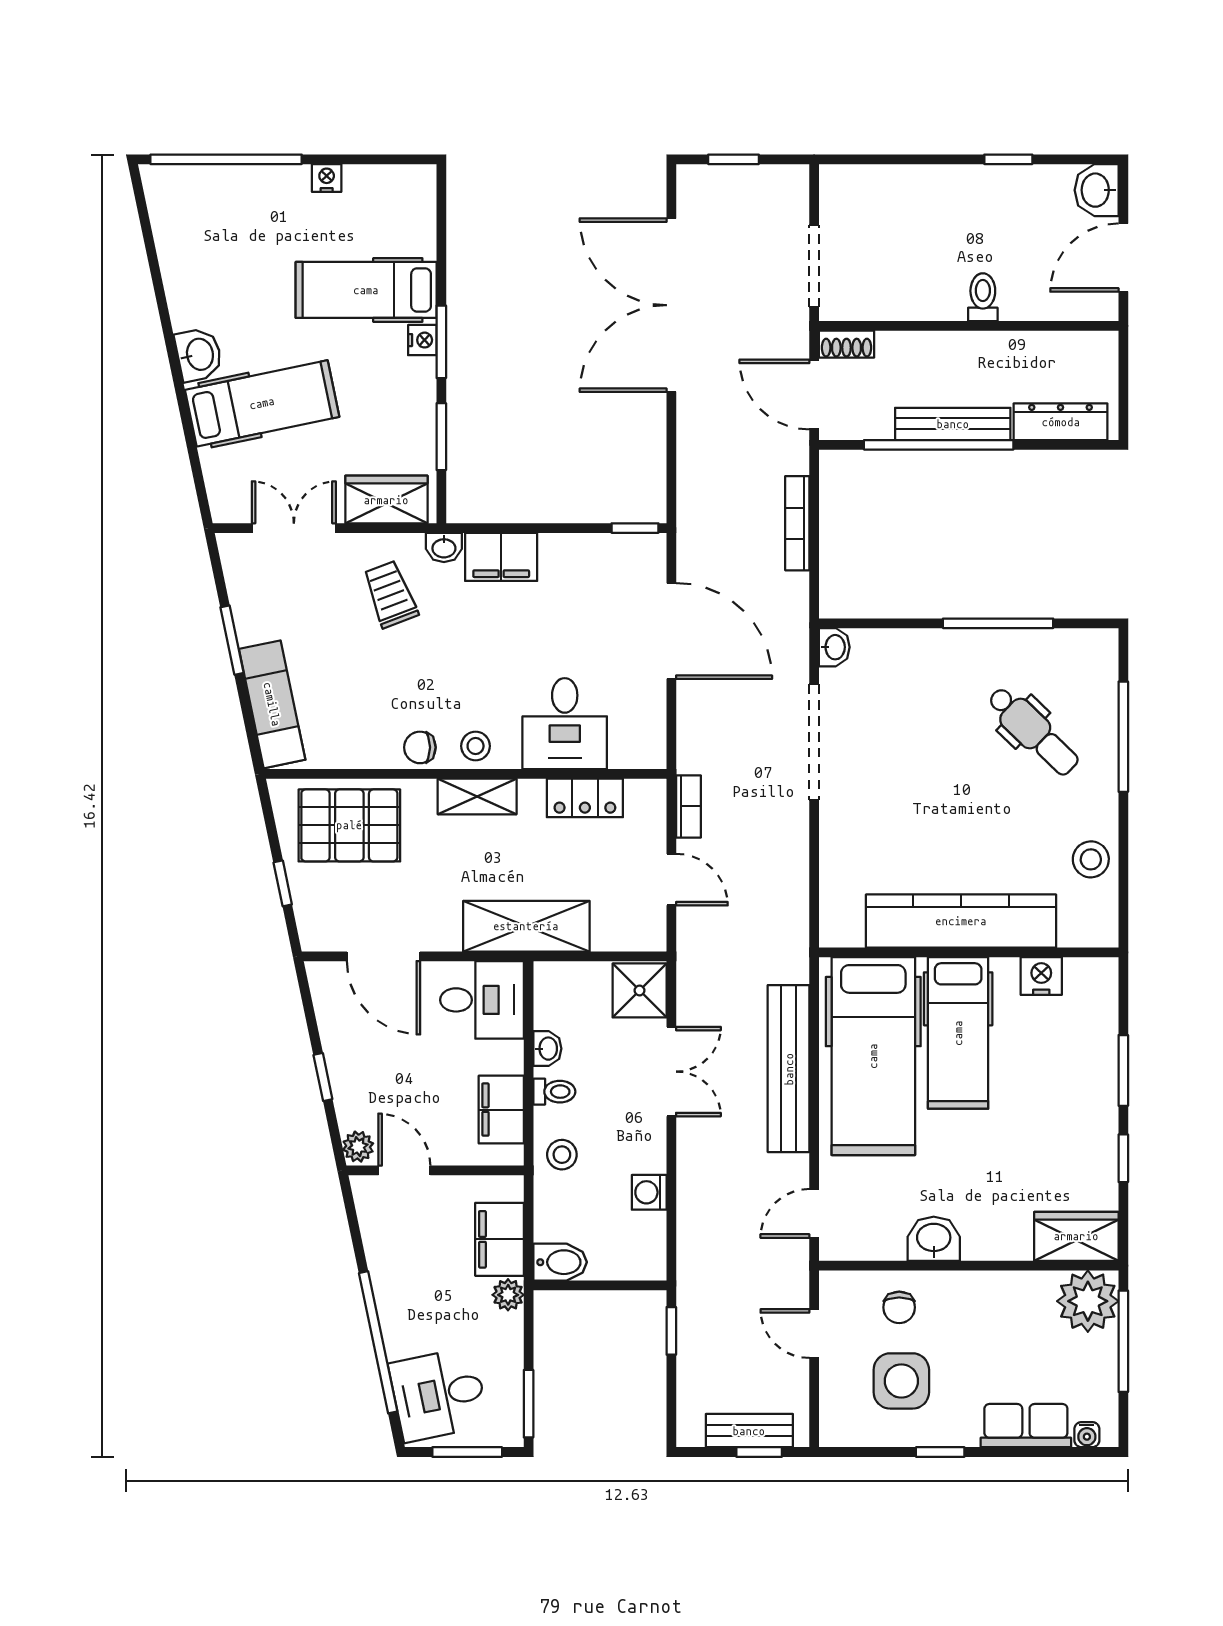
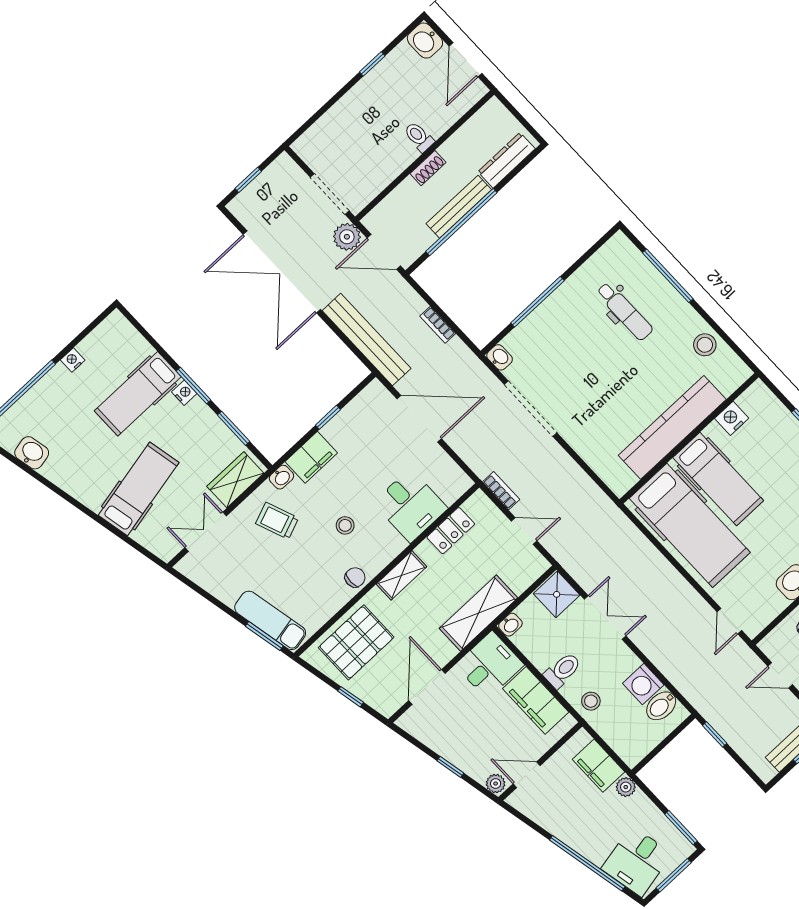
plant: (787, 336) -> (347, 237), added
shoe rack: (847, 344) -> (428, 168), moved
washbasin: (199, 355) -> (32, 453), moved
bookcase: (797, 523) -> (438, 325), width x0.64
window: (635, 528) -> (328, 417), moved
window: (998, 623) -> (537, 302), moved
window: (232, 640) -> (264, 636), moved
dental chair: (1033, 731) -> (625, 311), turned 46
stool: (476, 746) -> (345, 525), moved
chair: (420, 747) -> (355, 577), turned 180
door: (384, 956) -> (427, 687), swing flipped
washbasin: (547, 1049) -> (510, 625), moved, turned 90
bench: (789, 1069) -> (367, 339), moved
toilet: (554, 1092) -> (563, 670), width x1.37, depth x1.39
filing cabinet: (501, 1110) -> (536, 700), width x1.50, depth x1.17
washing machine: (649, 1192) -> (643, 684), width x1.38, depth x1.38
bidet: (560, 1262) -> (661, 706), moved, turned 180

